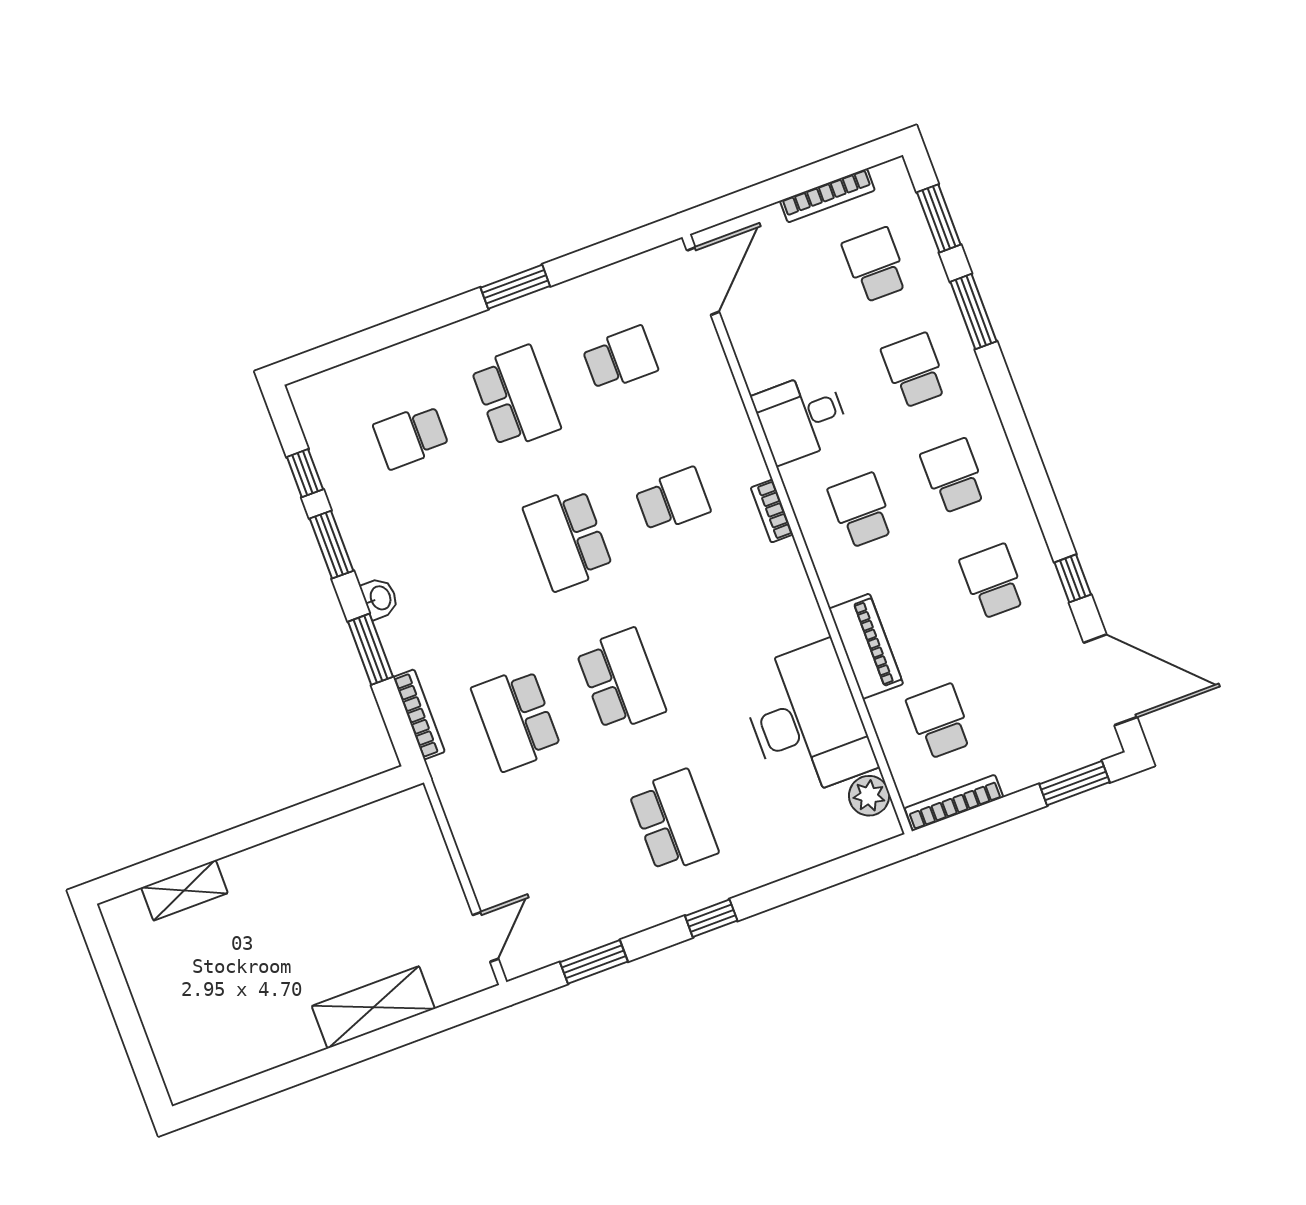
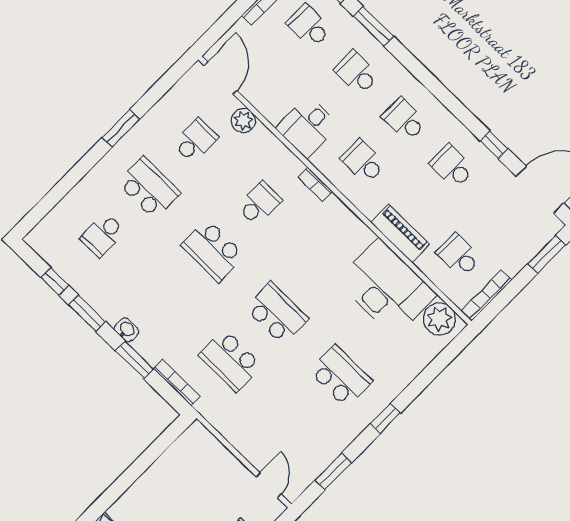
plant: (708, 362) -> (243, 121), added
plant: (869, 796) -> (439, 319), width x1.36, depth x1.36

